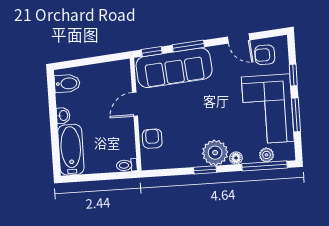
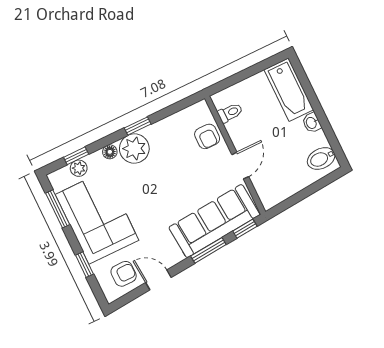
window: (296, 115) -> (58, 209), moved
toilet: (127, 165) -> (230, 113), moved
window: (265, 166) -> (76, 156), width x0.46

